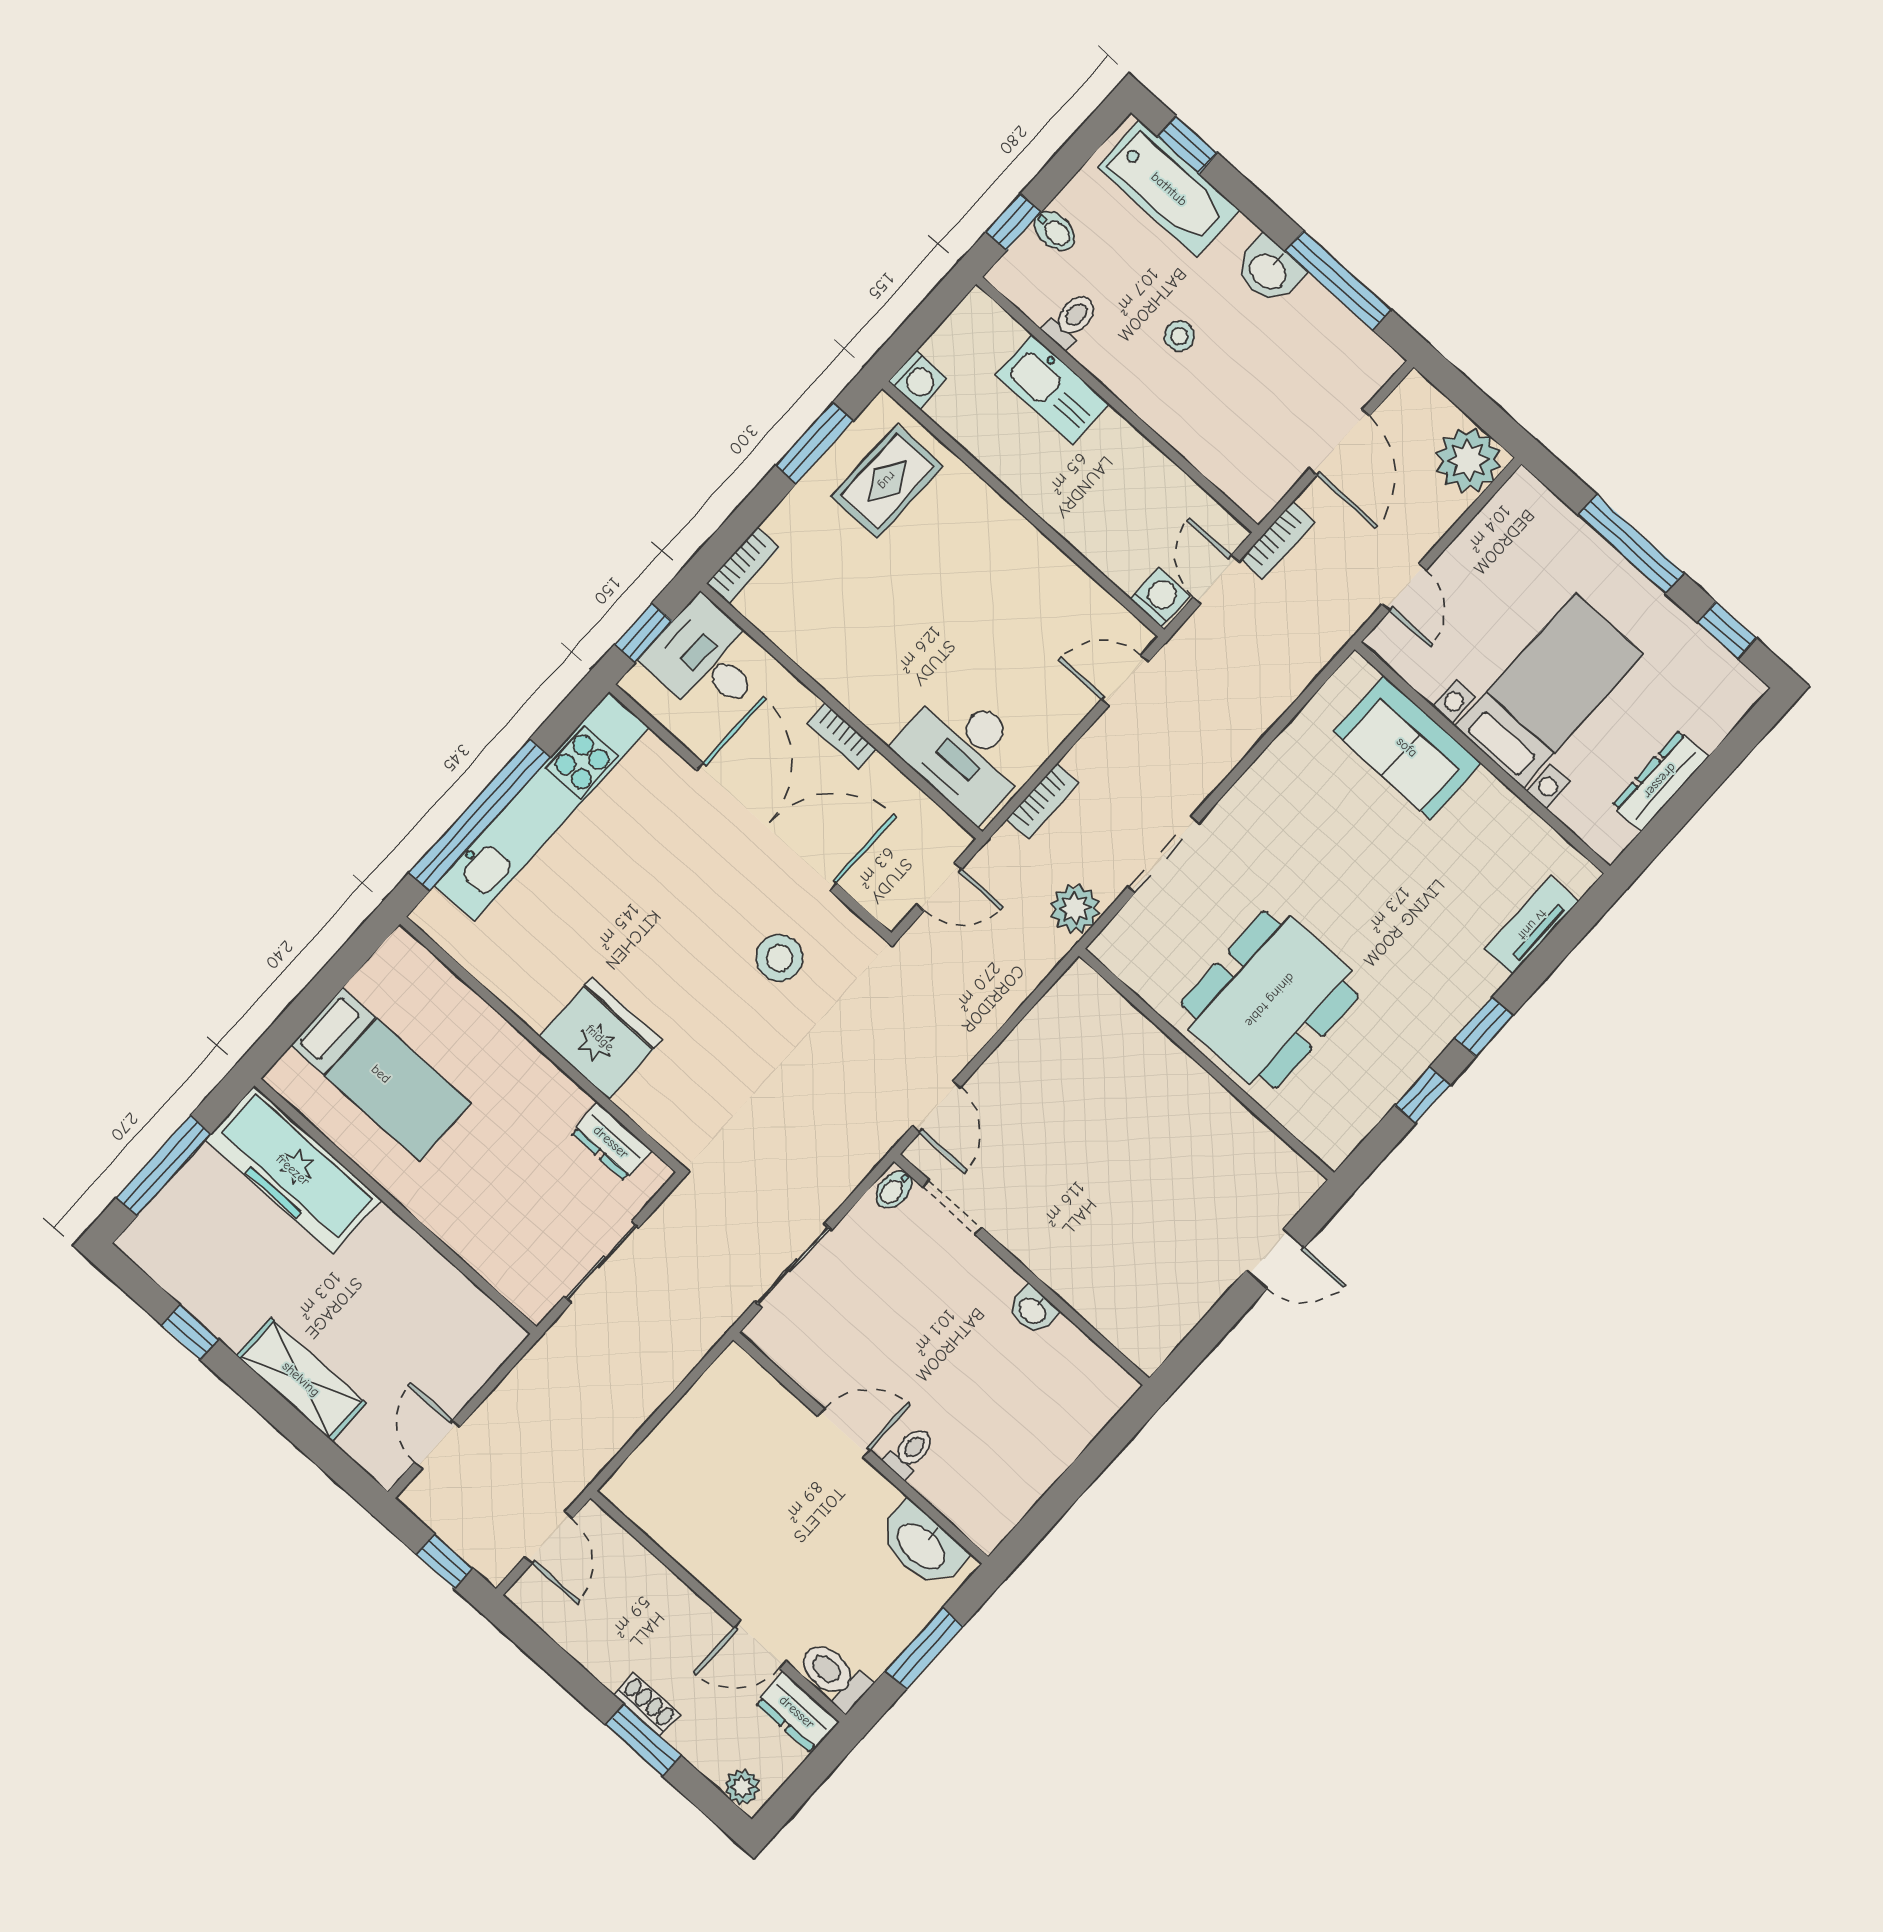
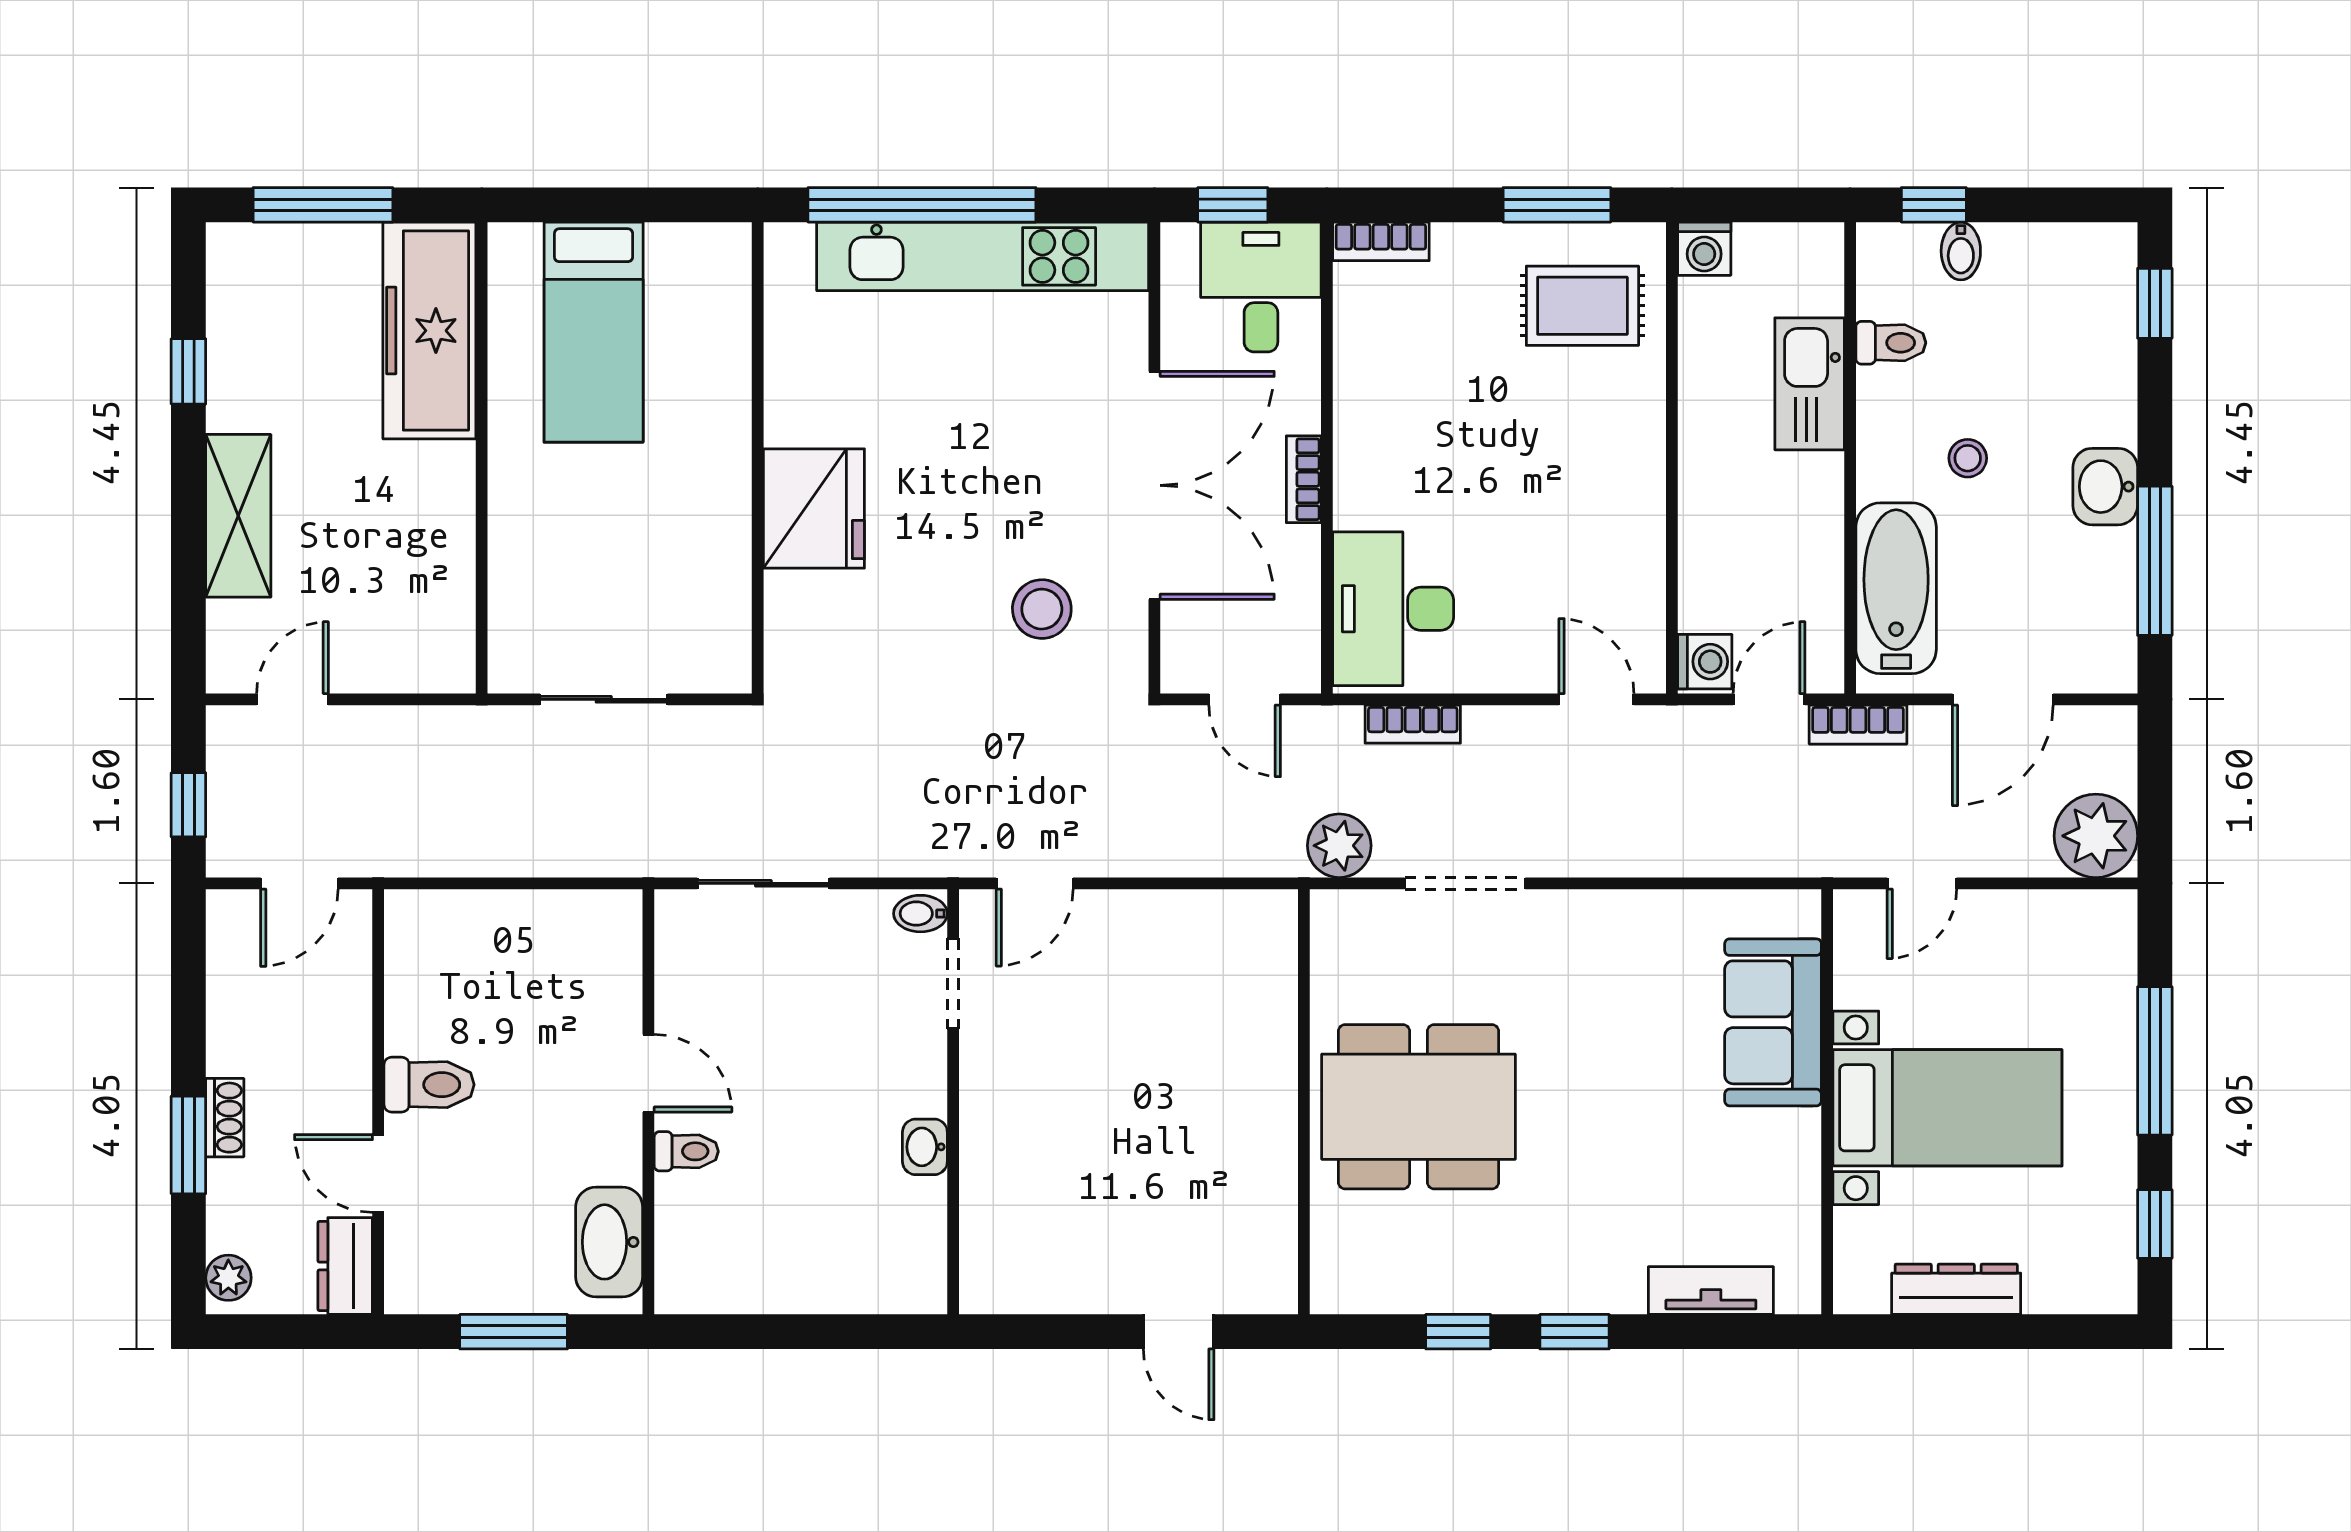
bathtub: (1169, 189) -> (1896, 588), moved, turned 180
dresser: (611, 1142) -> (726, 607), removed
toilet: (834, 1675) -> (429, 1085), moved, turned 90

